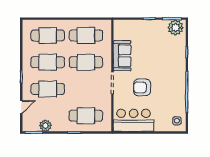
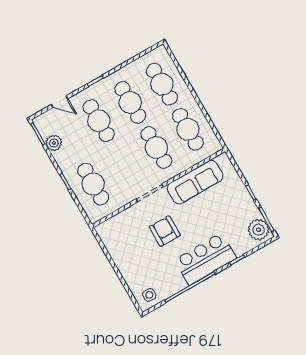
sofa: (122, 56) -> (195, 182), width x1.36
bar counter: (134, 120) -> (206, 259), moved, turned -90

